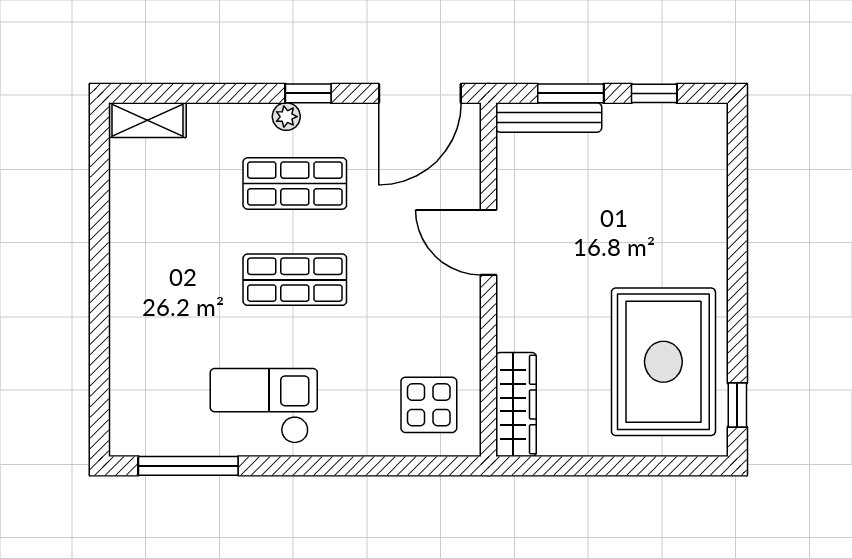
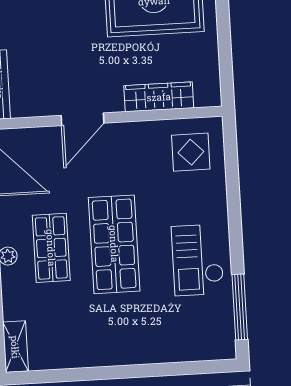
shop shelf: (295, 280) -> (114, 244), width x1.43, depth x1.36
wardrobe: (516, 404) -> (159, 97), moved

